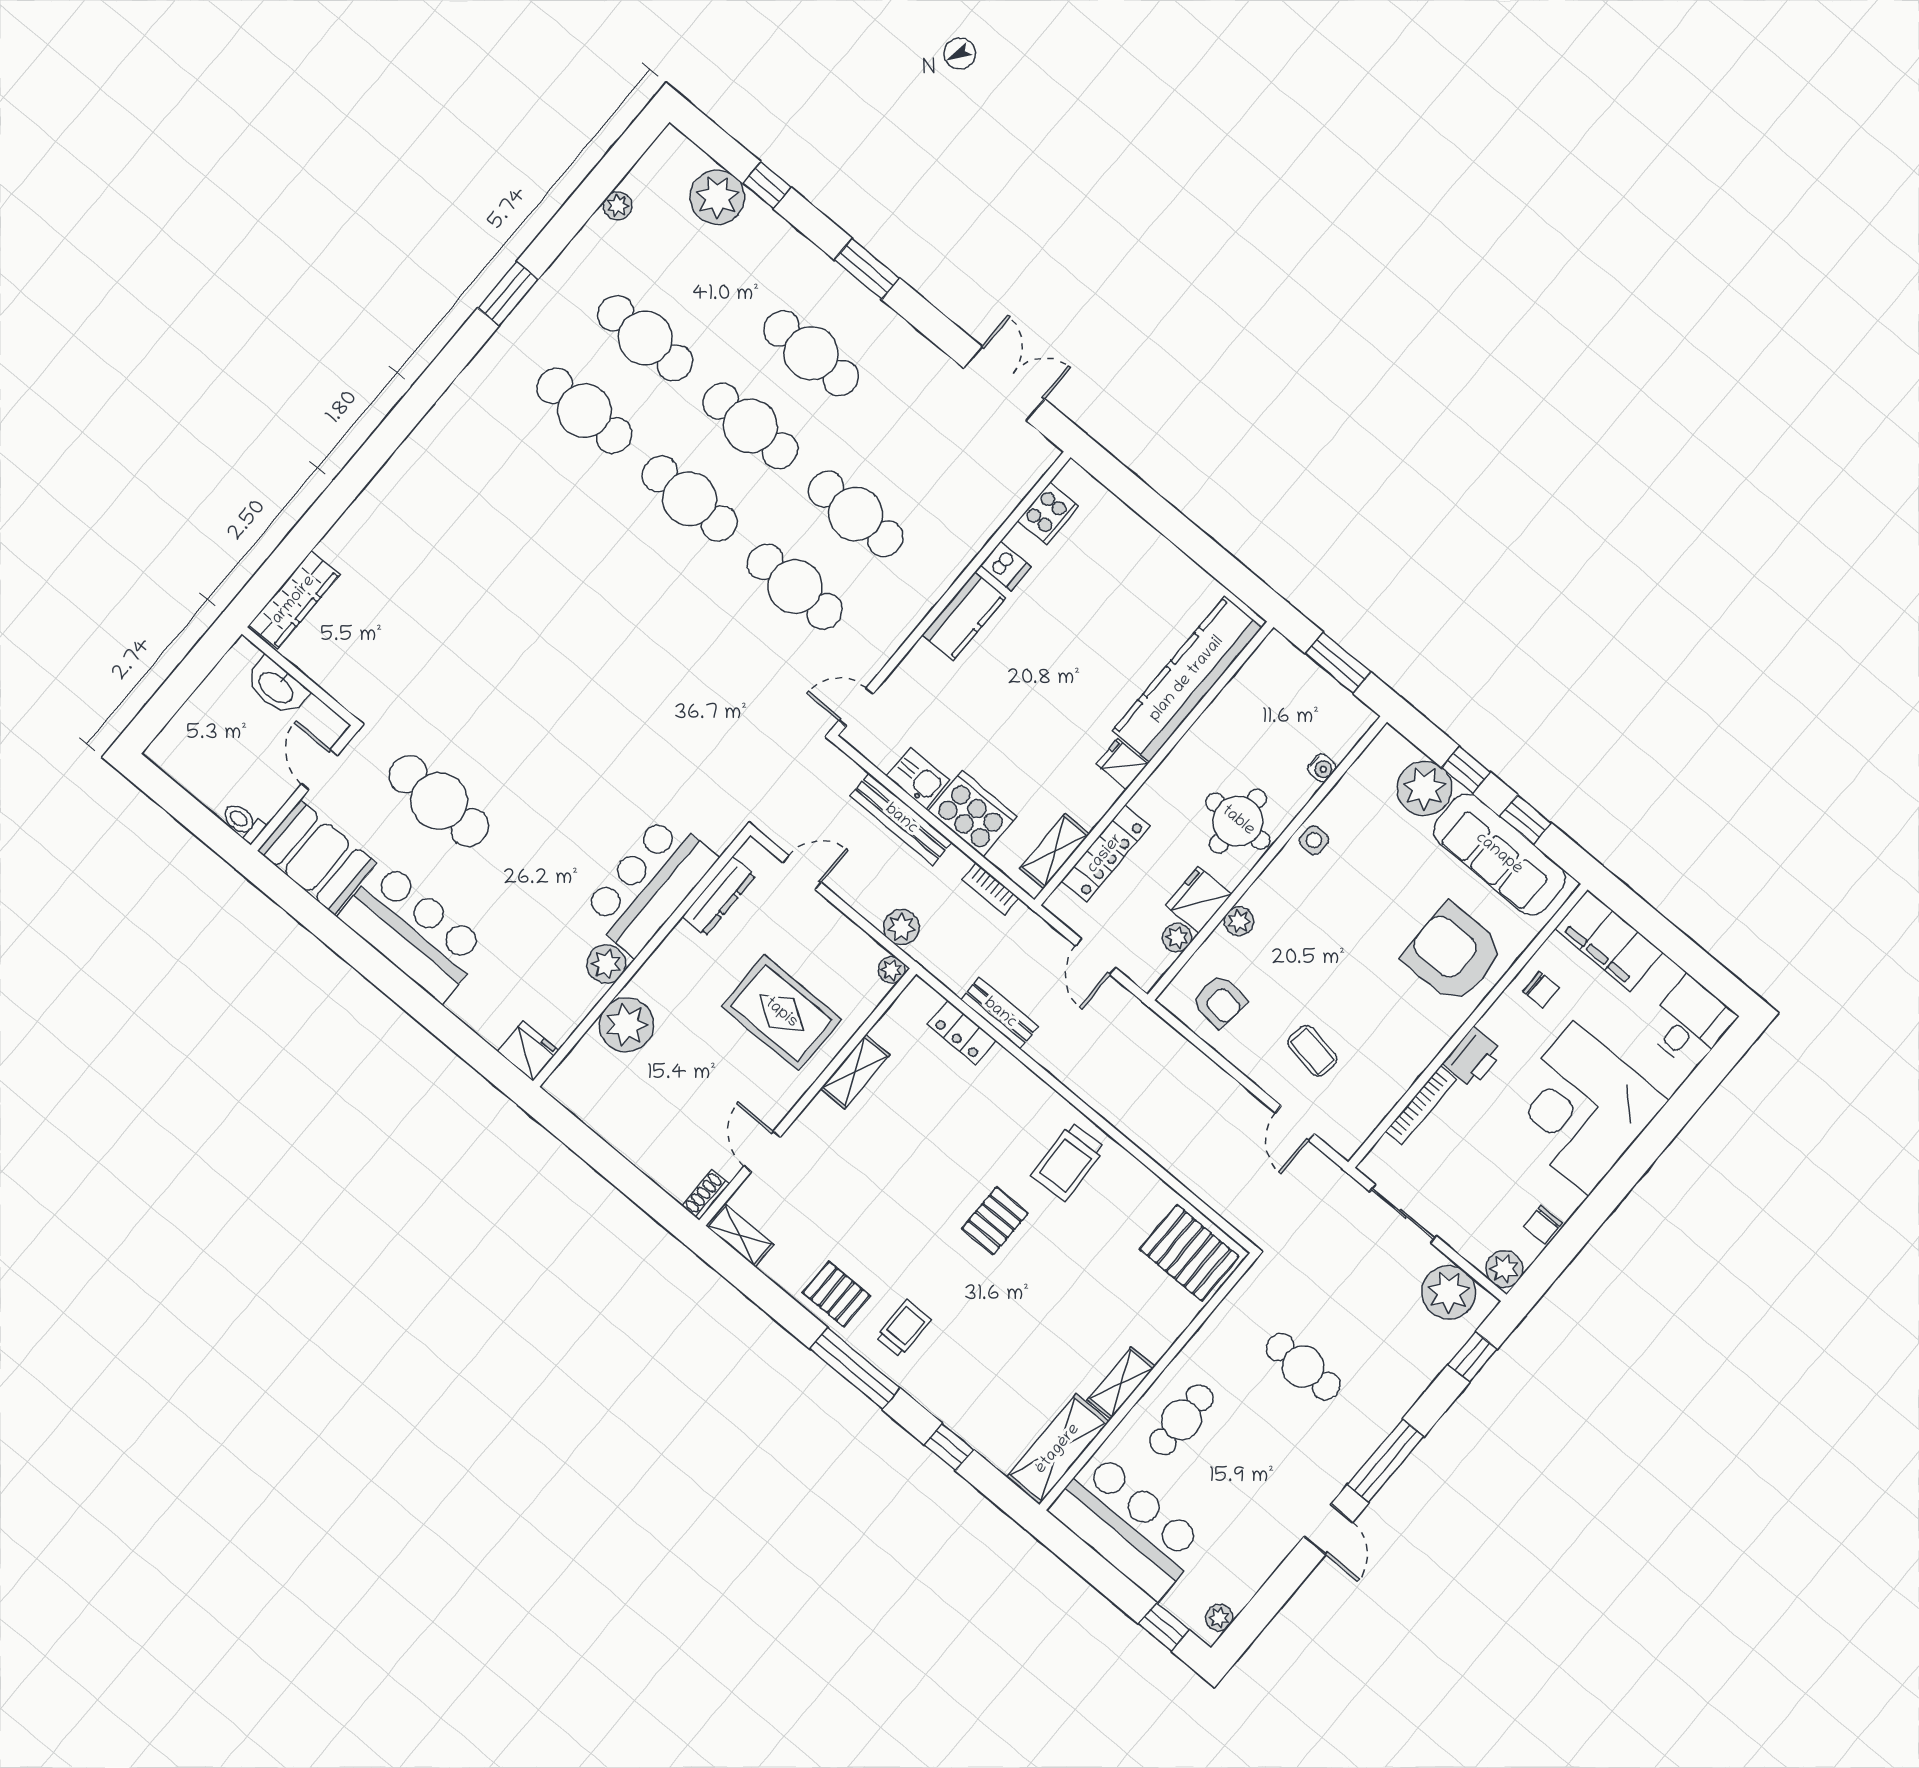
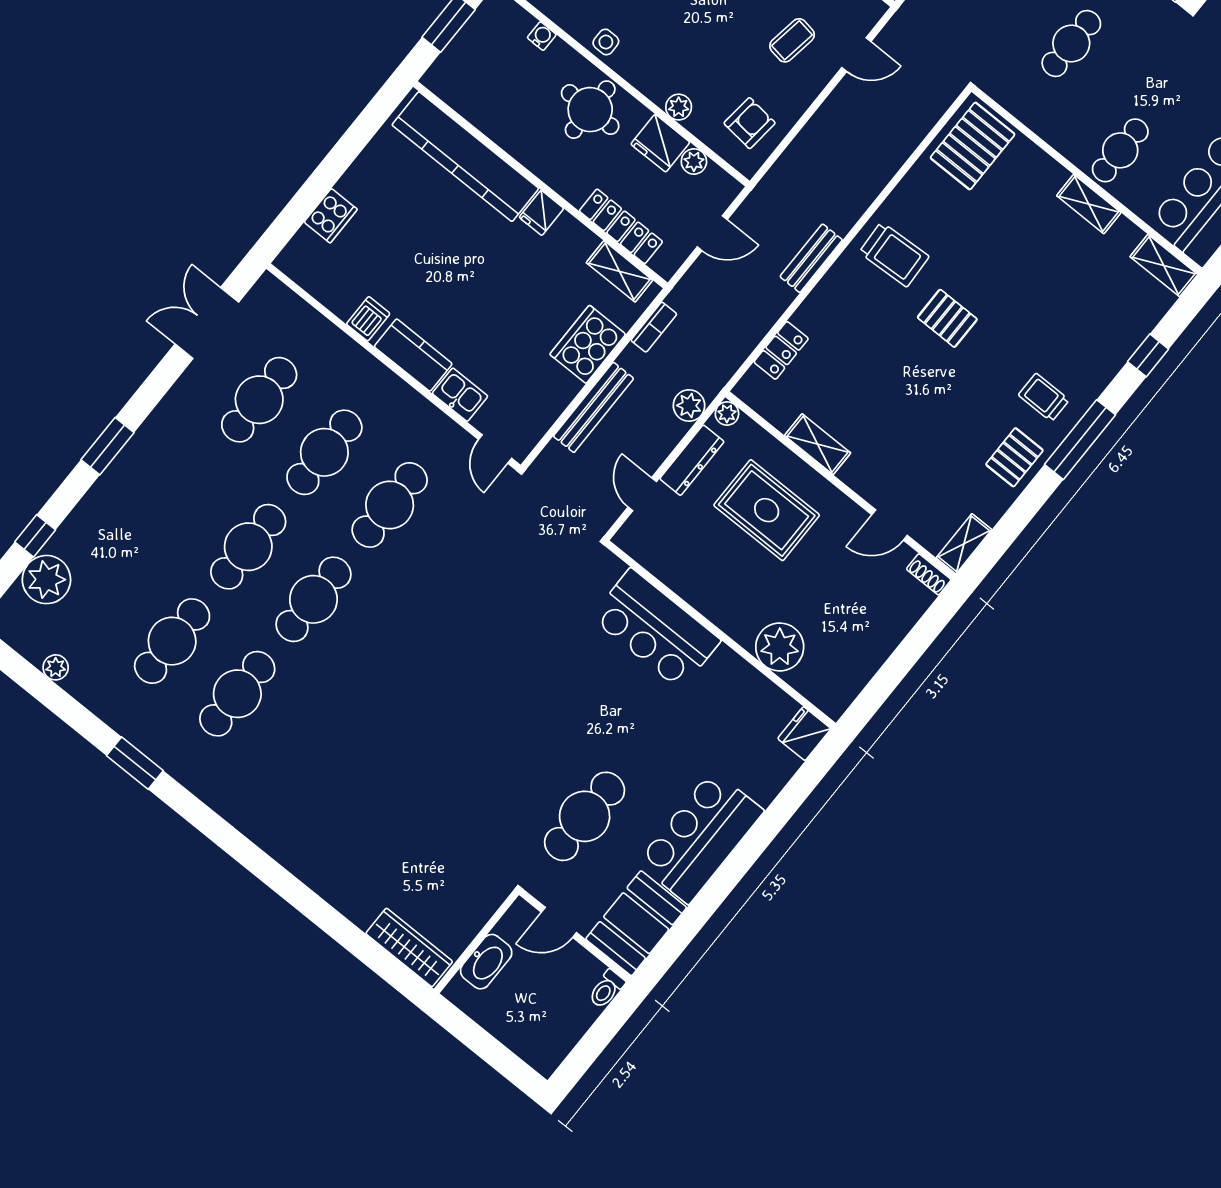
cafe table: (811, 353) -> (259, 400), moved
cooker: (1048, 513) -> (331, 216), moved, turned 90
kitchen sink: (918, 778) -> (460, 395), moved, turned 90
dresser: (719, 896) -> (692, 460), moved, turned 90
plant: (606, 964) -> (726, 666), removed
rug: (781, 1013) -> (767, 510), turned 90
bench: (1000, 1013) -> (811, 258), moved
cafe table: (1181, 1420) -> (1120, 150), turned 90
shelving: (1058, 1449) -> (1164, 266), width x0.67, depth x0.75

